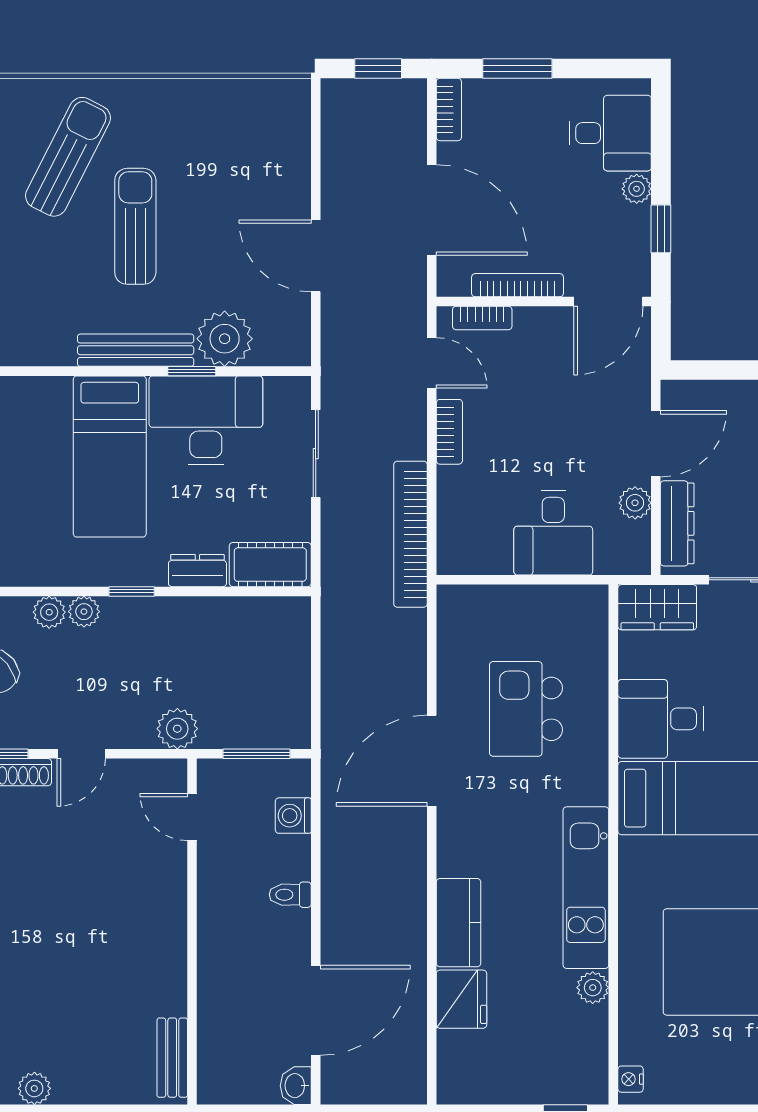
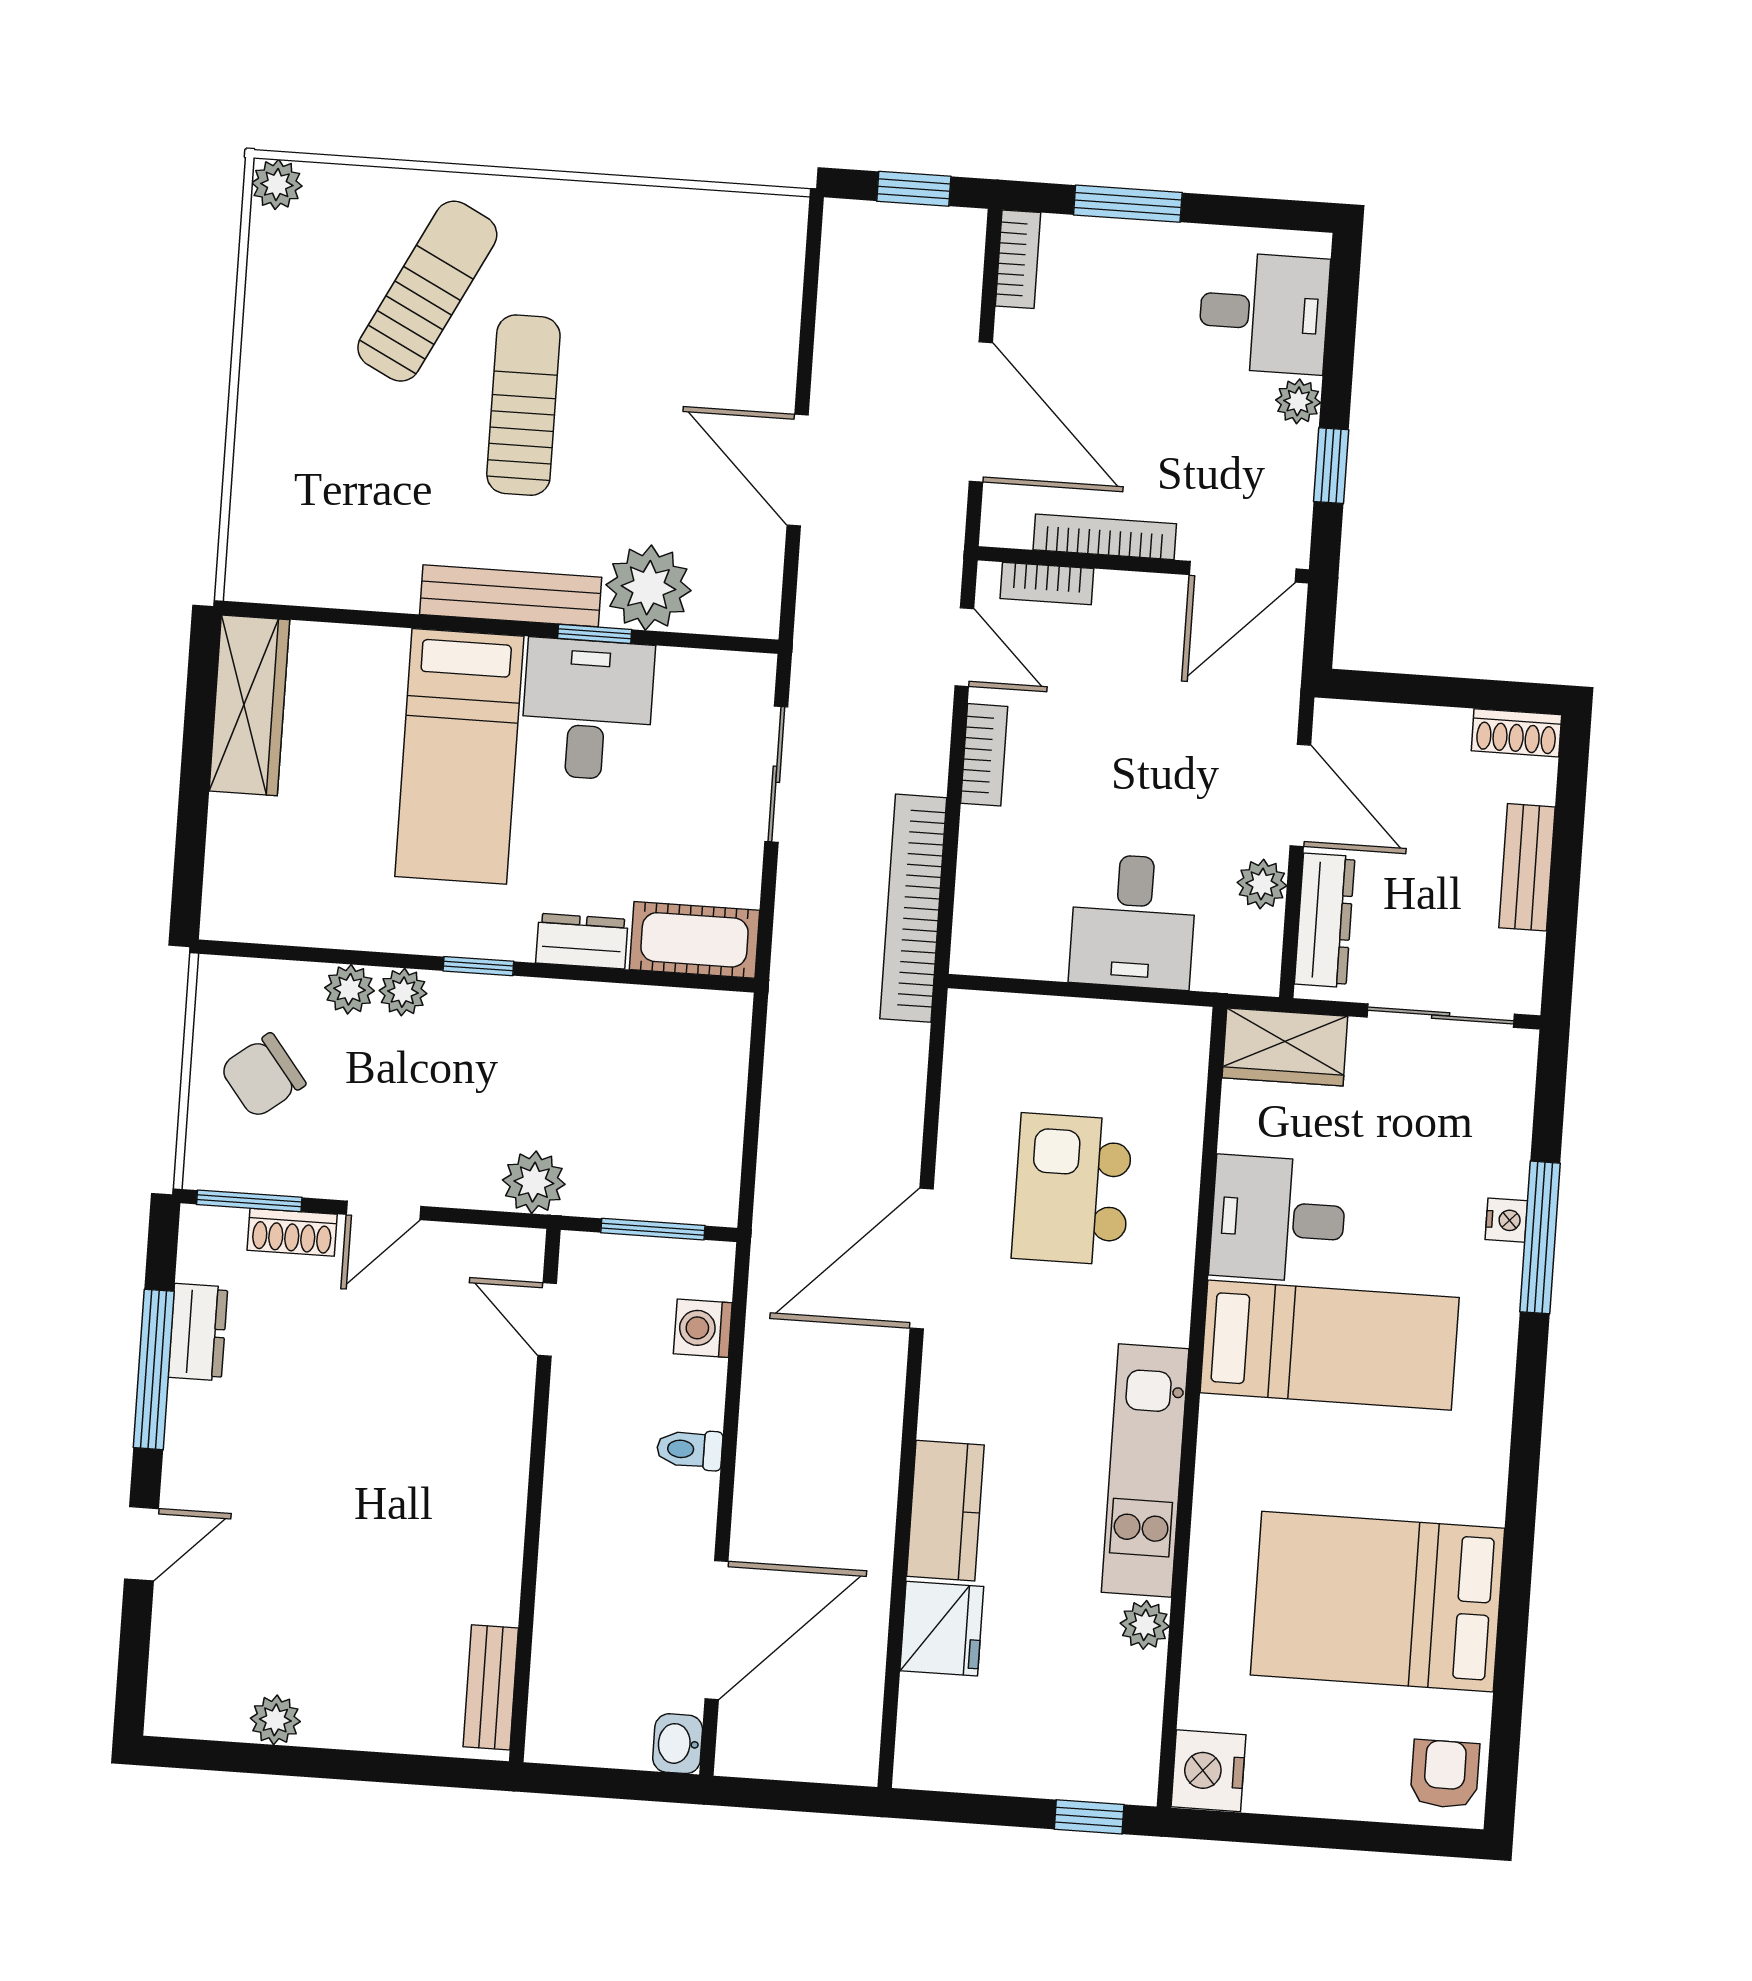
desk: (206, 420) -> (587, 709), width x0.73
door: (656, 444) -> (1300, 795), hinge flipped
nightstand: (631, 1079) -> (1208, 1771), width x1.89, depth x1.79

